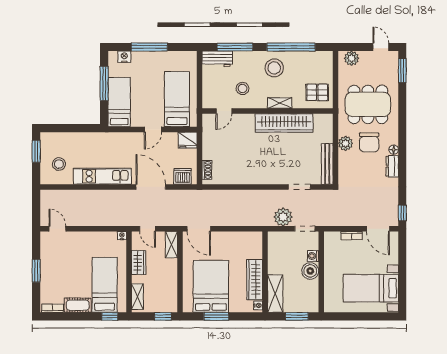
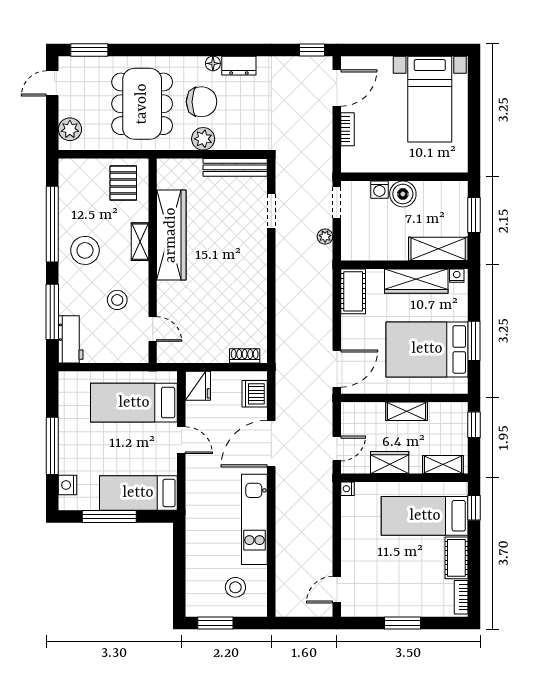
plant: (283, 217) -> (325, 237), width x0.53, depth x0.53
cot: (248, 239) -> (353, 291), added
shelving: (171, 245) -> (407, 411), moved

